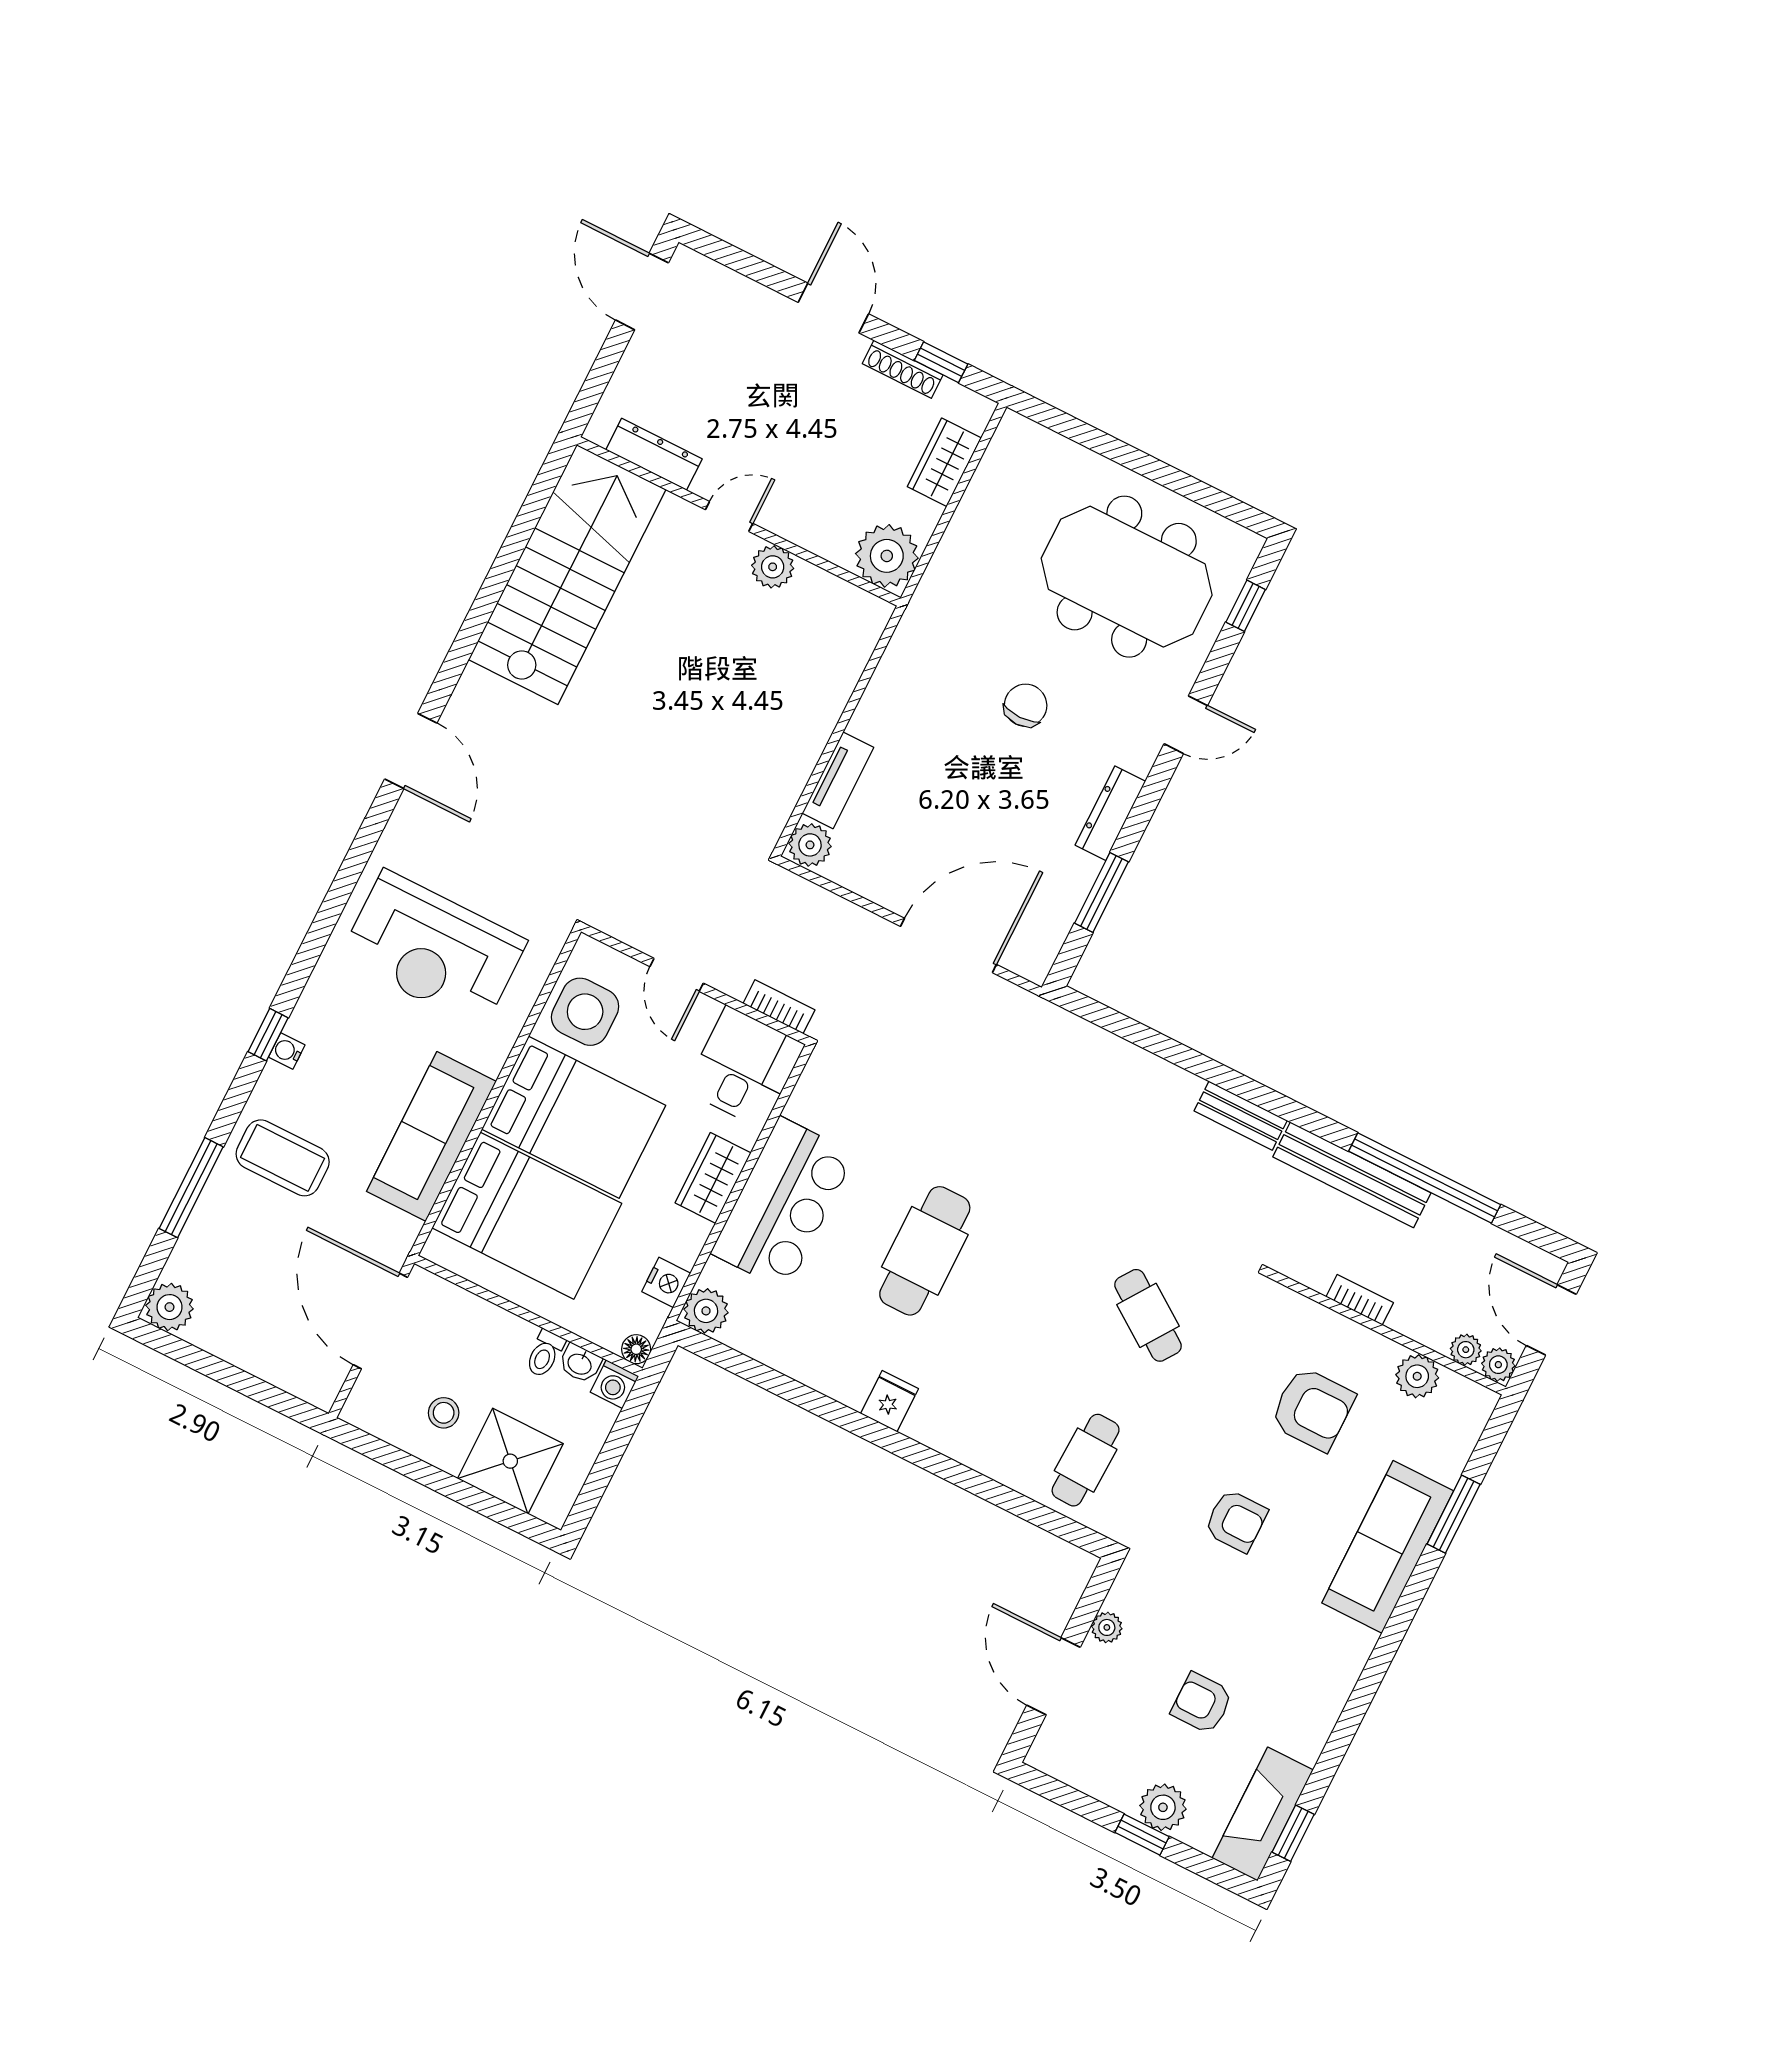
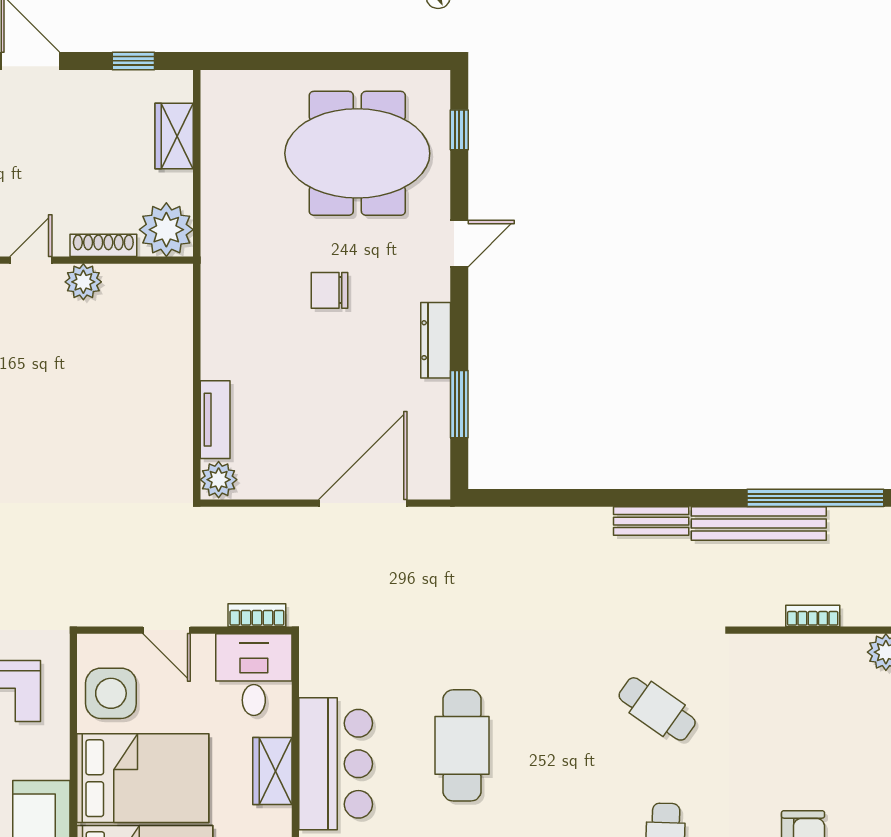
shoe rack: (903, 369) -> (103, 245), moved, turned 180
chair: (1026, 705) -> (330, 290), turned -90
armchair: (1313, 1409) -> (819, 717), removed

